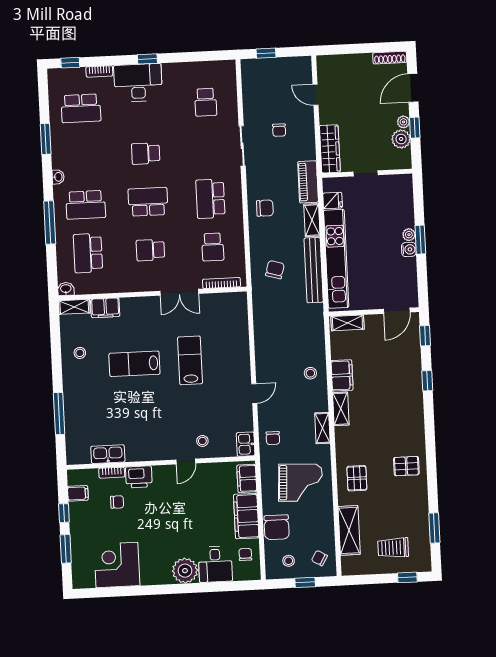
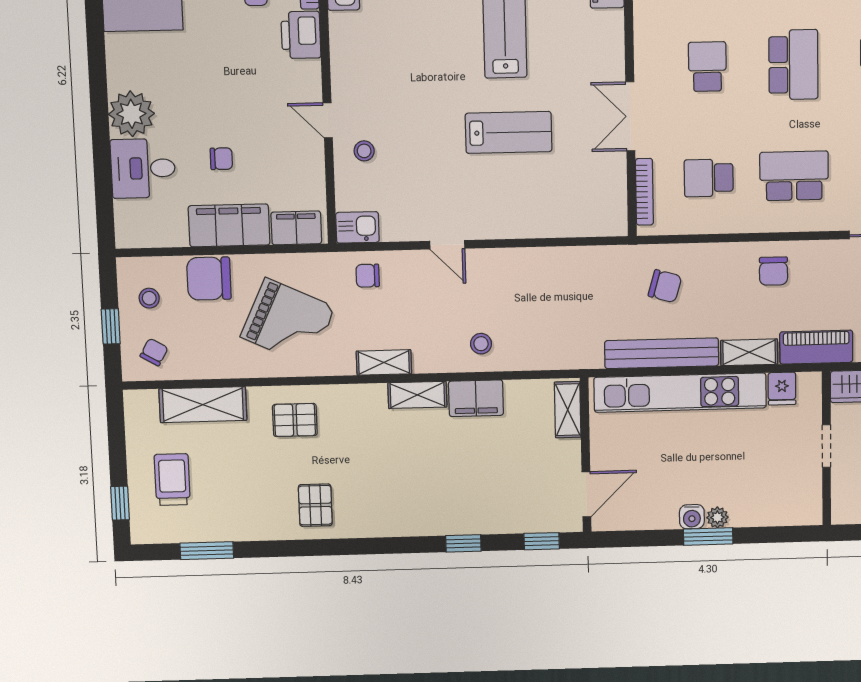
door: (397, 311) -> (586, 494), swing flipped
grand piano: (300, 483) -> (288, 322), turned -68
chair: (245, 554) -> (221, 159), moved

